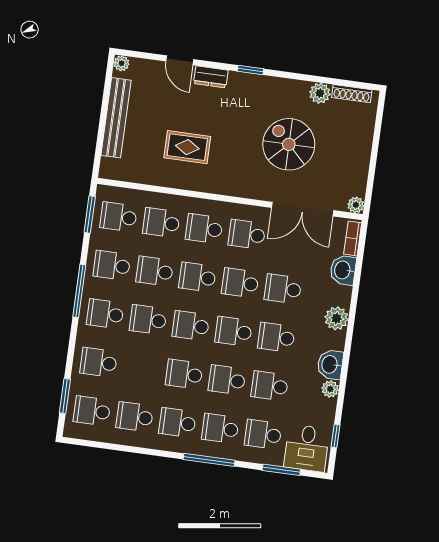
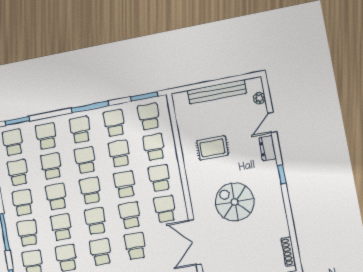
plant: (121, 63) -> (259, 98), moved
plant: (320, 93) -> (281, 229), removed
spiral stairs: (289, 144) -> (235, 202), moved, turned -90
rug: (187, 147) -> (212, 148), turned 90
school desk: (141, 368) -> (51, 166), added

